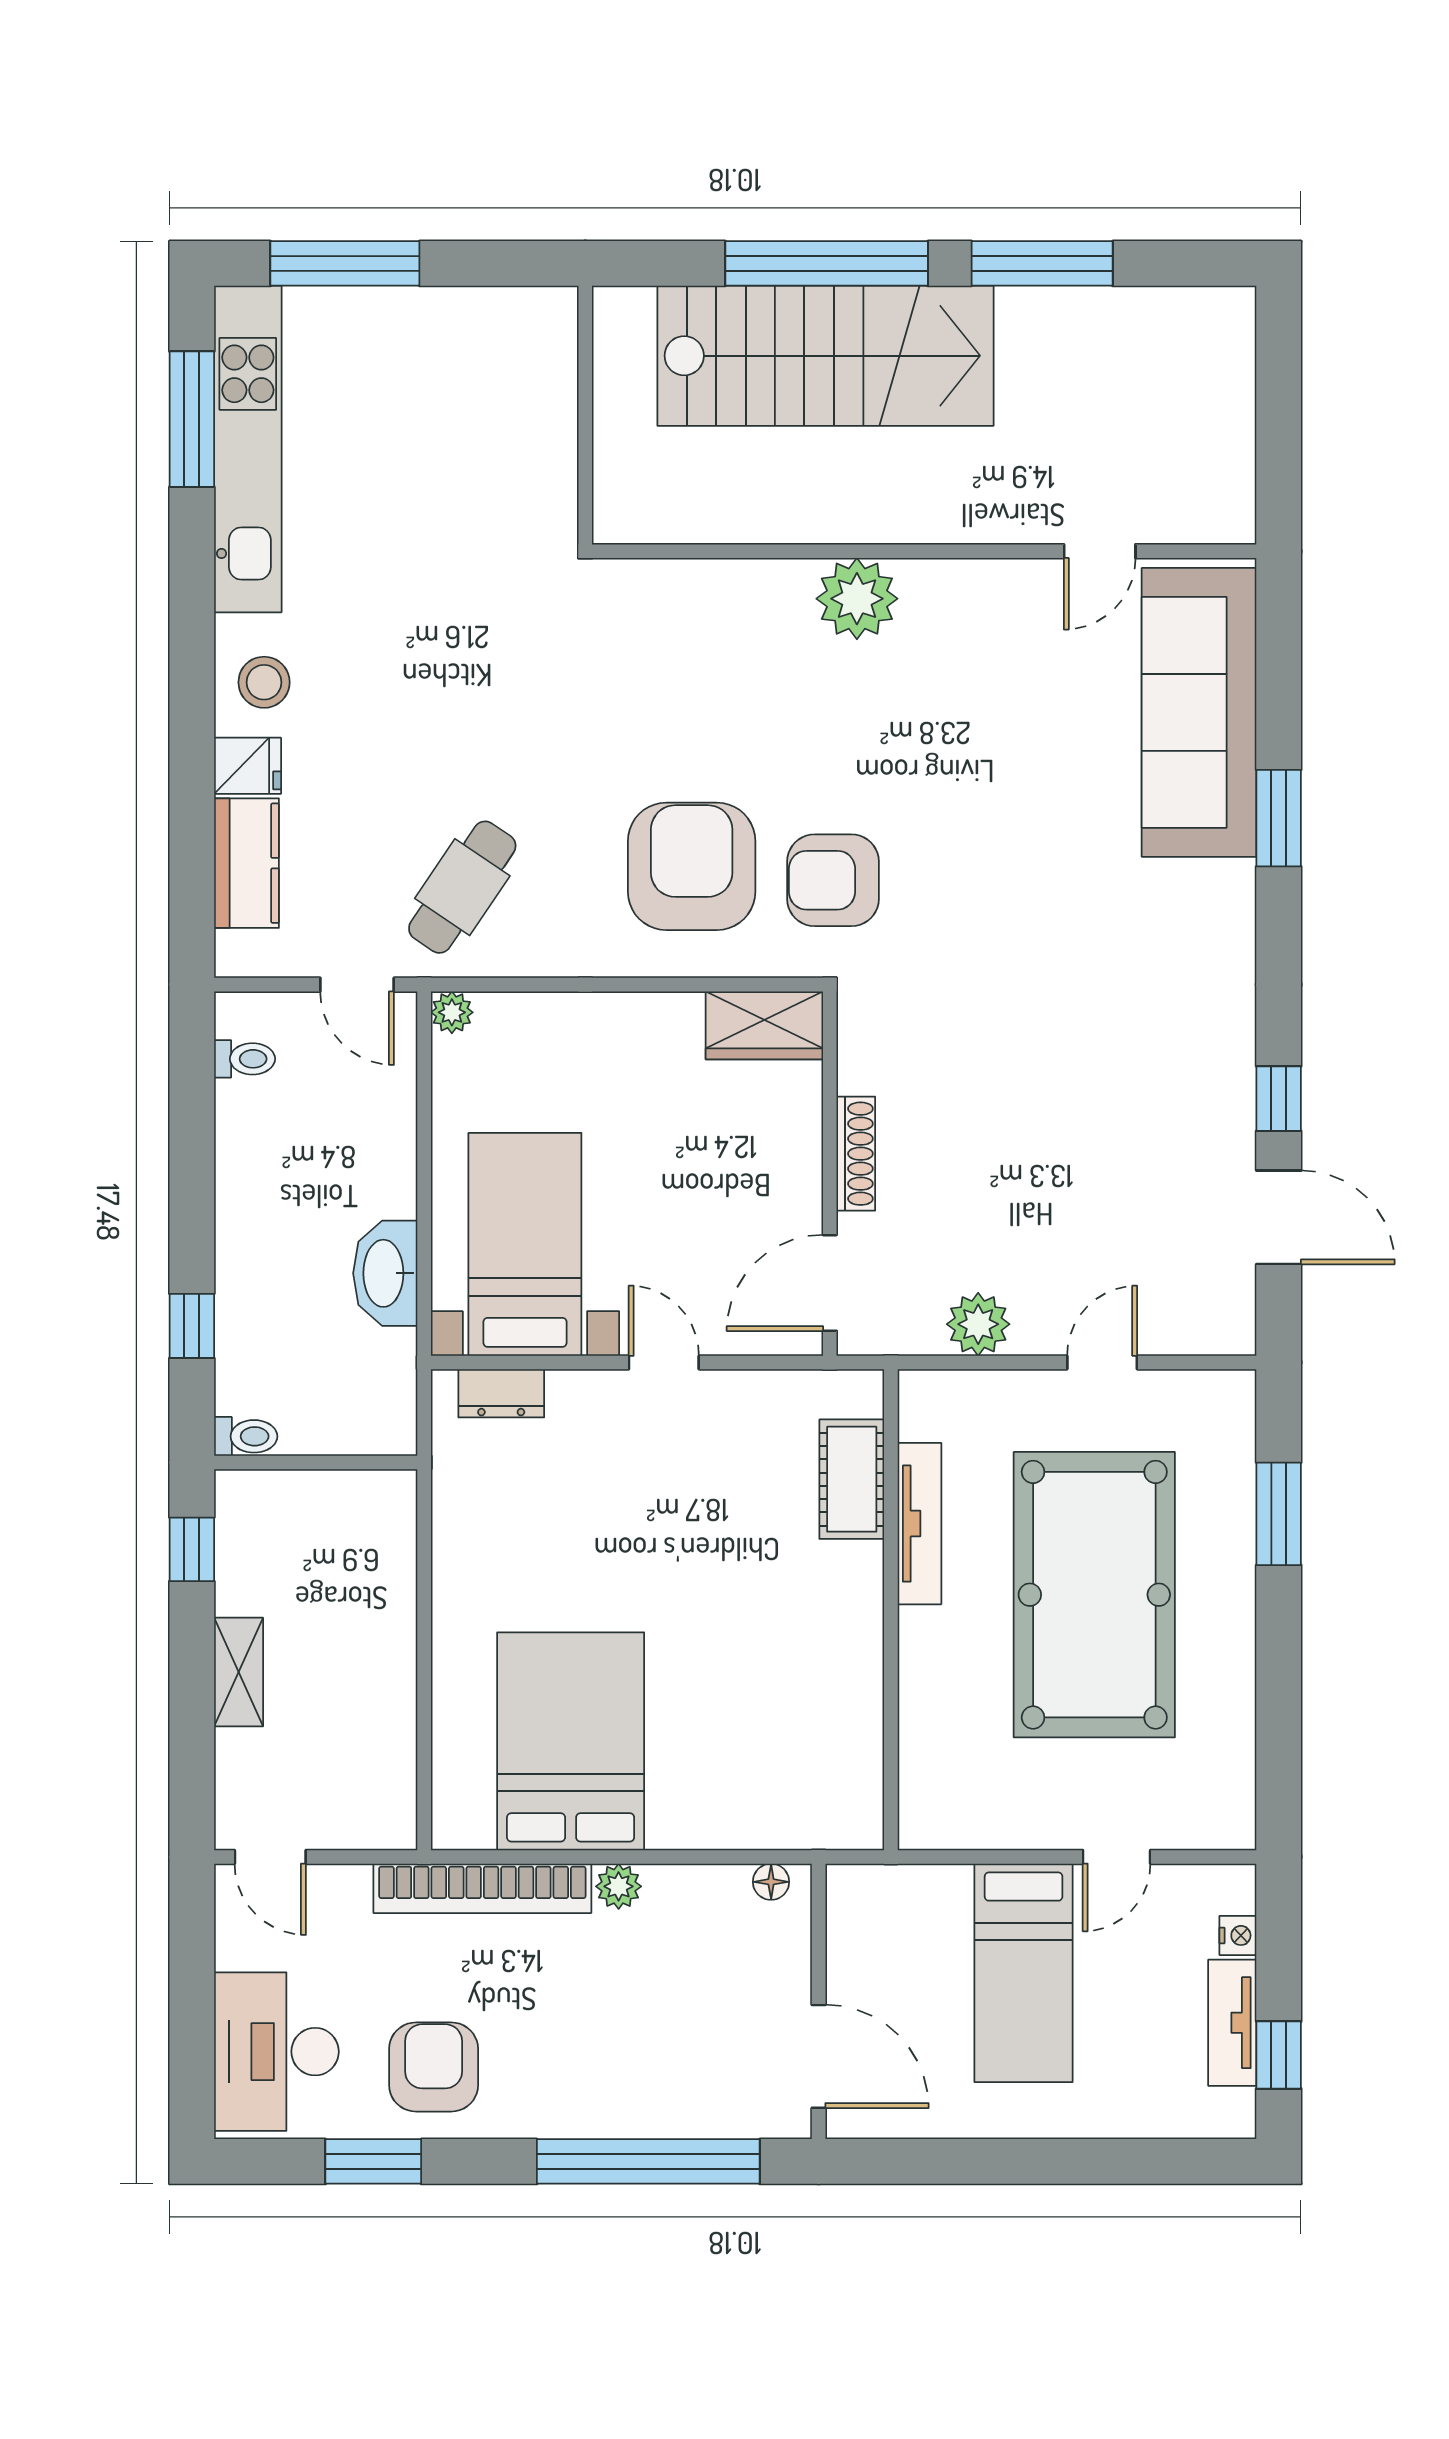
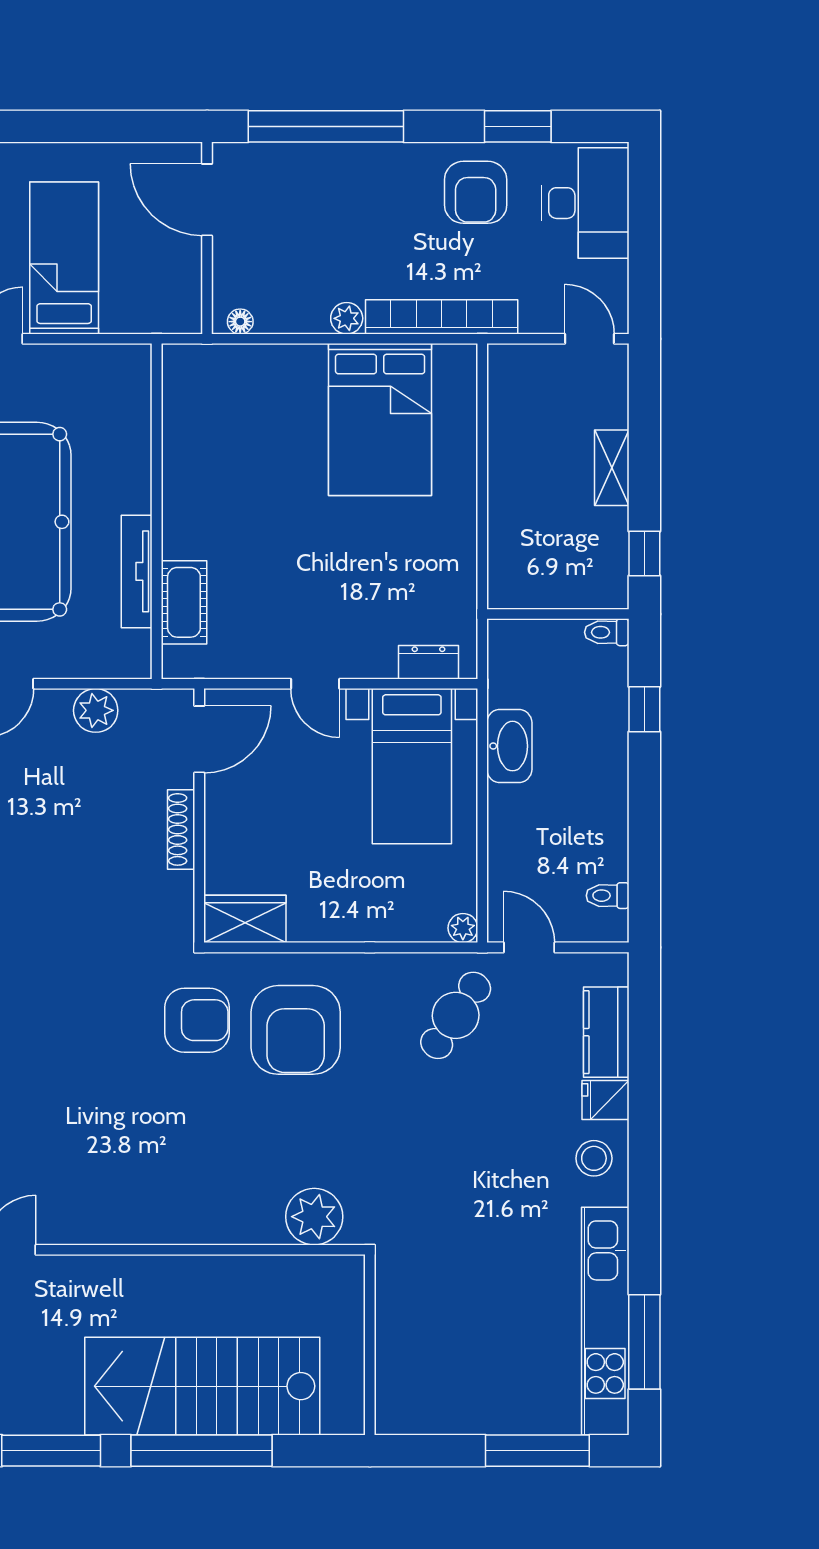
plant: (857, 599) -> (314, 1217), moved

